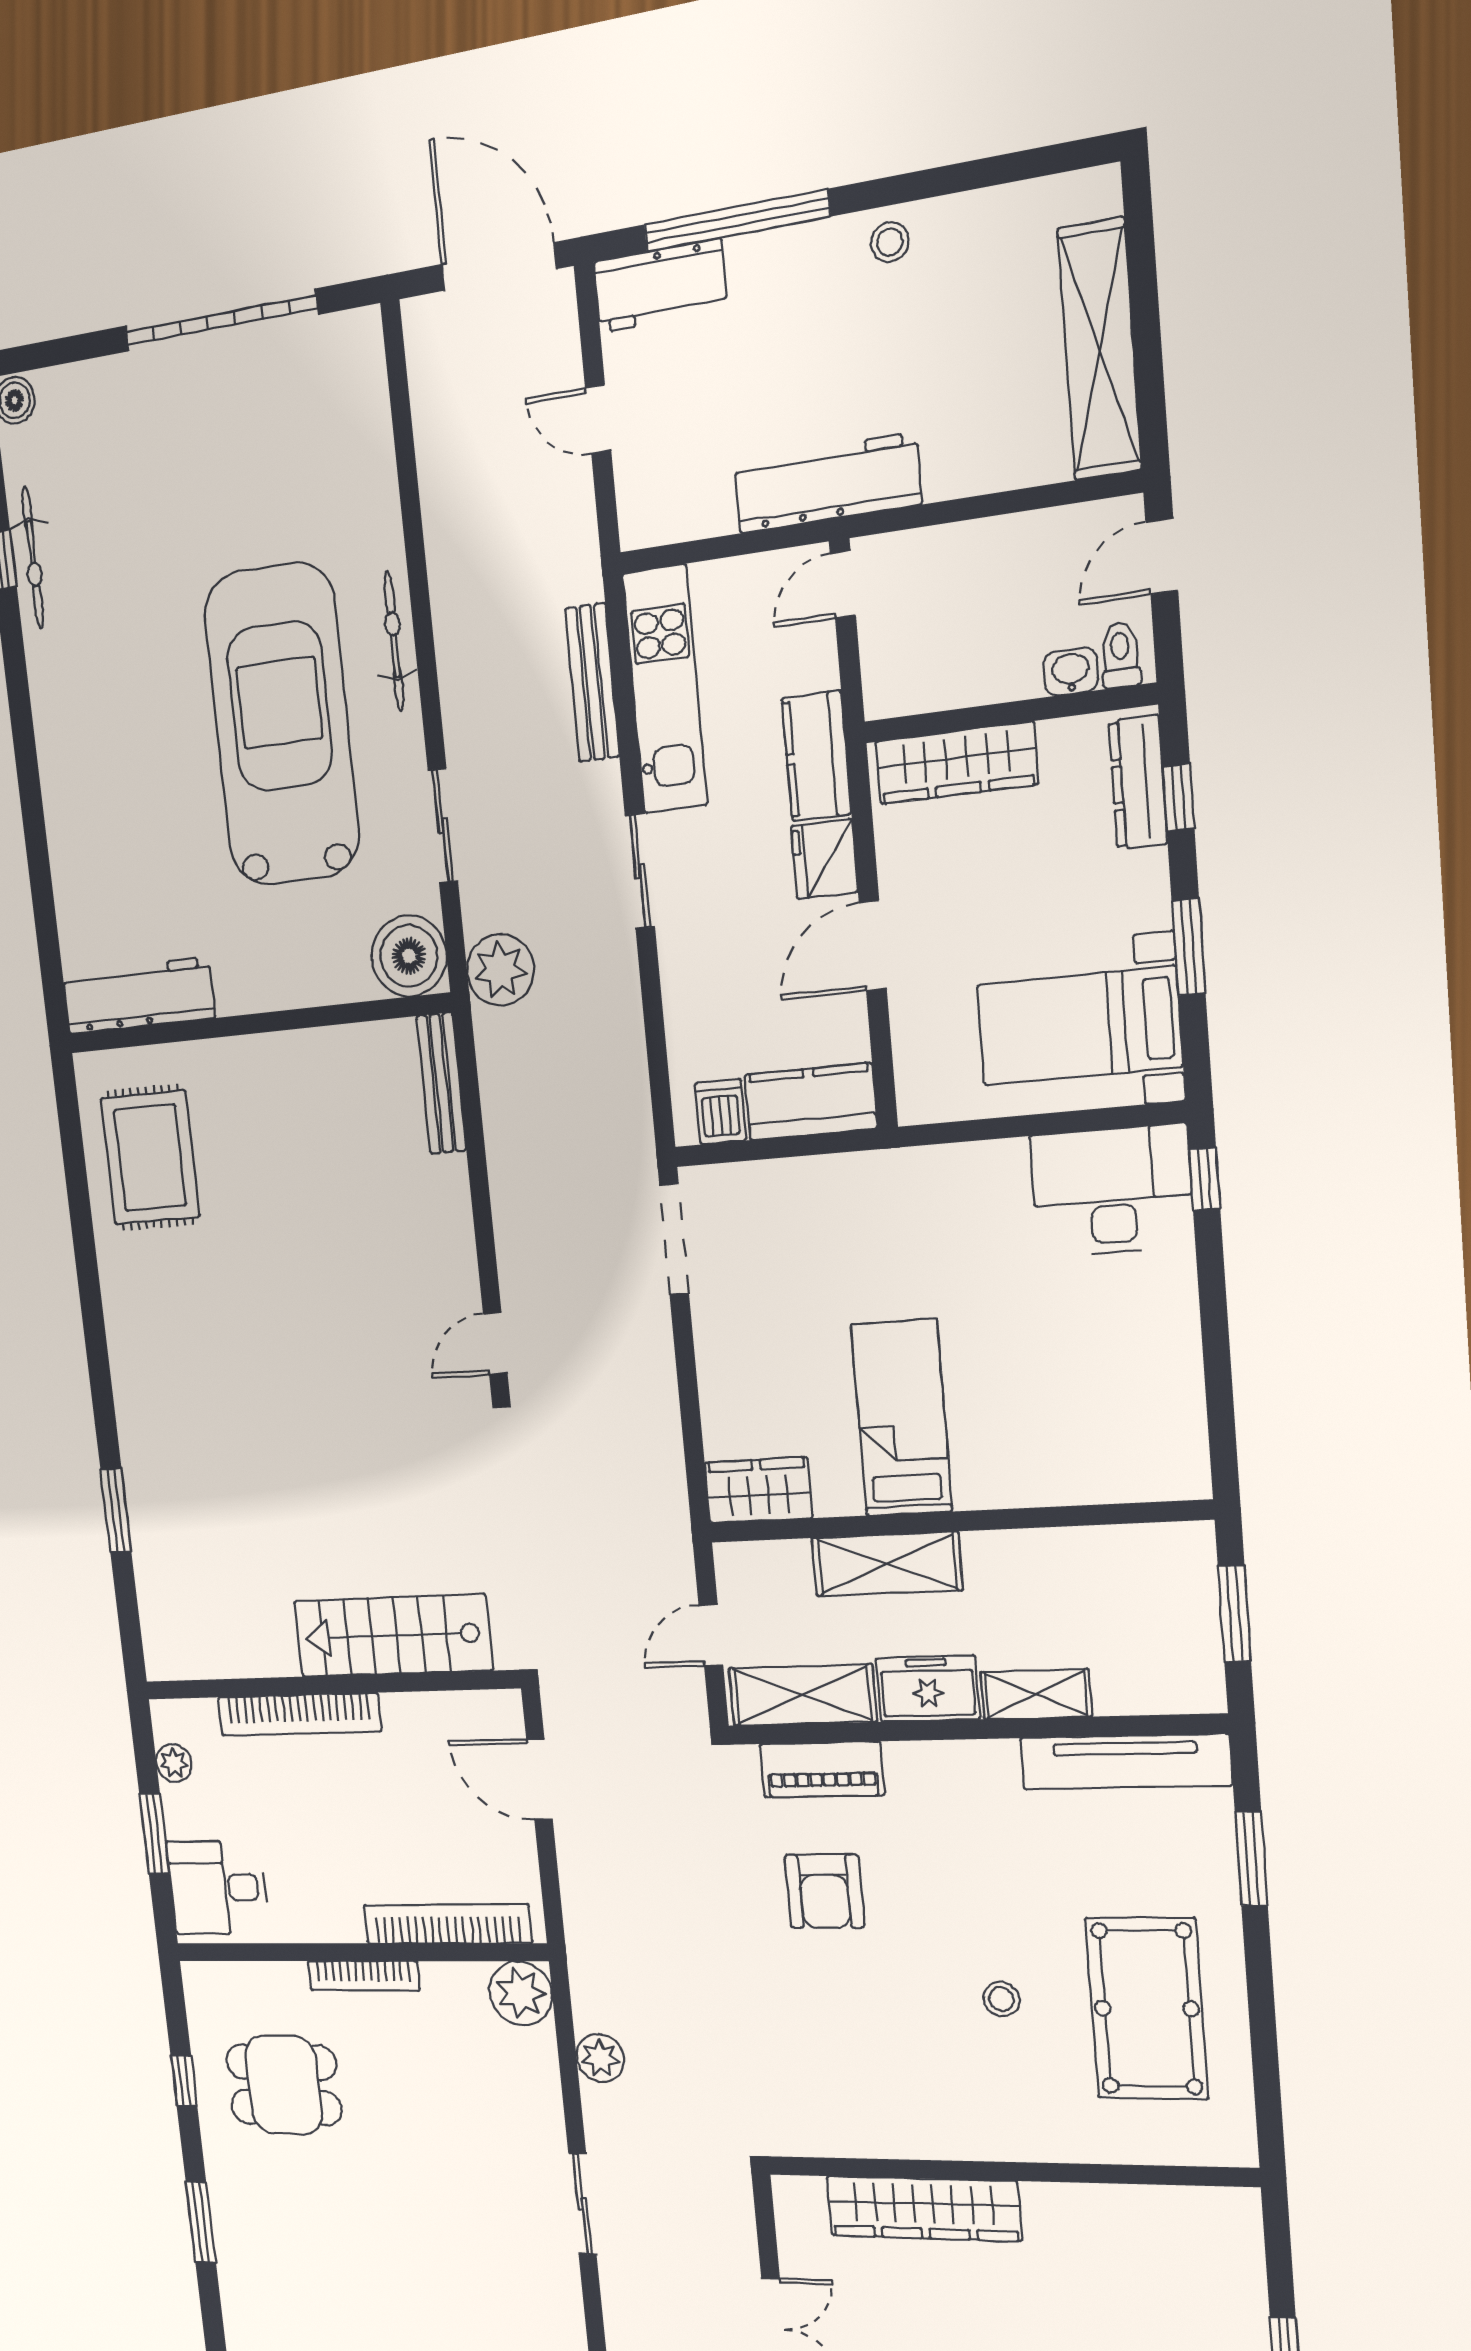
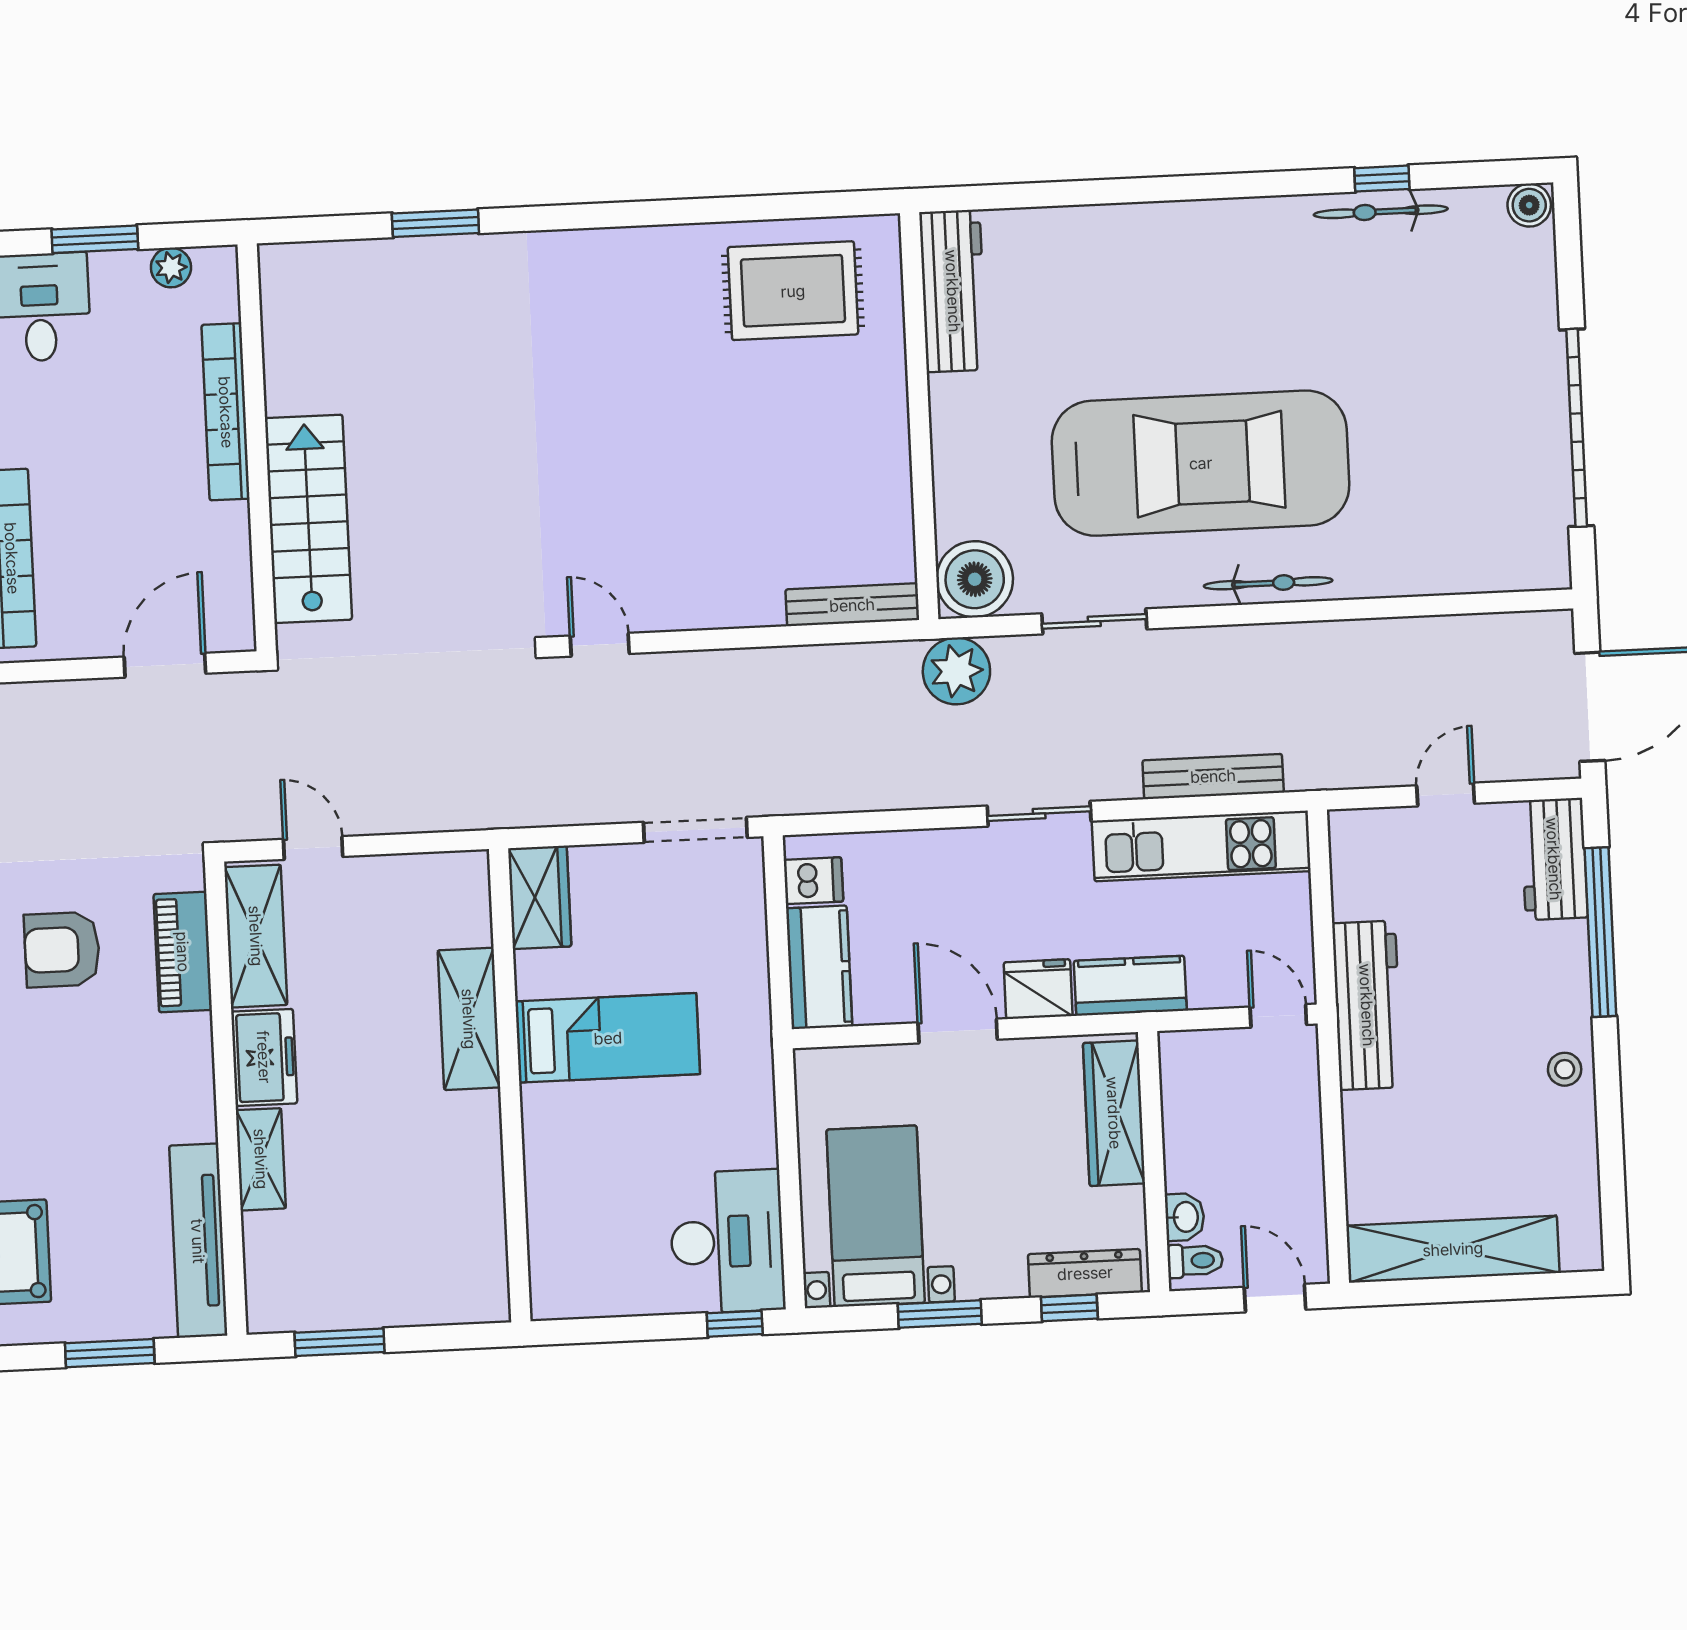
bed: (902, 1418) -> (608, 1038), moved
wardrobe: (758, 1490) -> (540, 897), moved
wall: (956, 1521) -> (510, 1085), moved
shelving: (887, 1564) -> (469, 1019), moved

